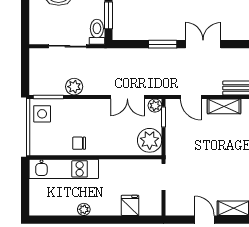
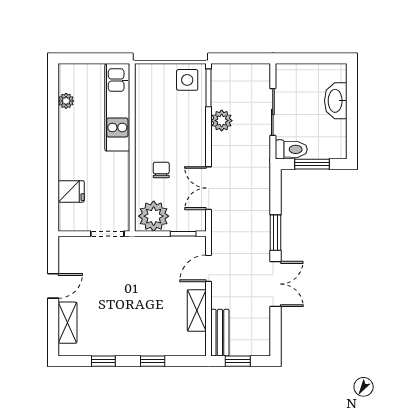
plant: (155, 106) -> (198, 223), removed
chair: (79, 143) -> (161, 170), moved
plant: (84, 209) -> (66, 101), moved

